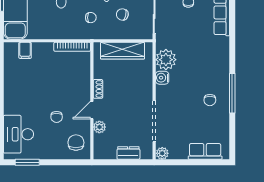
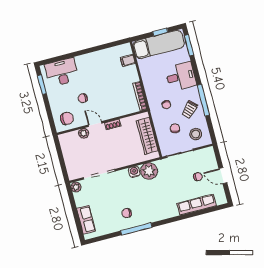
dresser: (128, 153) -> (69, 161), removed

